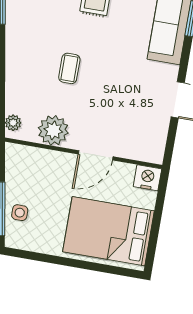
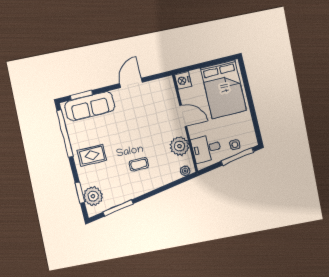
coffee table: (69, 68) -> (139, 164), moved
desk: (33, 168) -> (206, 148), added

